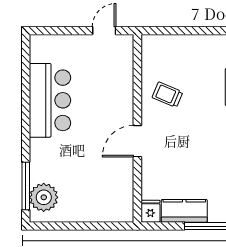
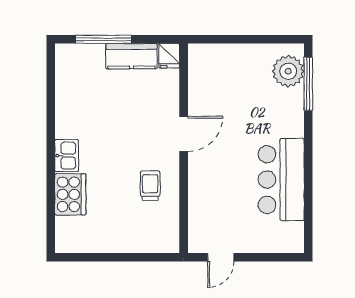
trolley: (167, 95) -> (150, 186), turned -113

